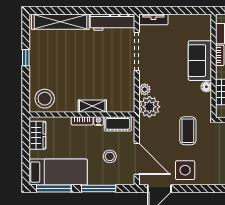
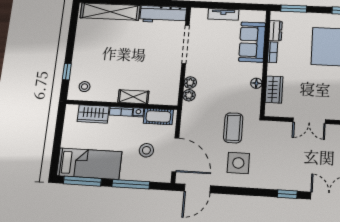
tv unit: (153, 19) -> (223, 14), moved
window: (26, 58) -> (67, 72), moved
sofa: (200, 61) -> (252, 42), moved
stool: (45, 99) -> (85, 87), width x0.53, depth x0.53
plant: (149, 107) -> (189, 95), width x0.53, depth x0.53
wardrobe: (37, 135) -> (93, 114), moved, turned 90
side table: (185, 170) -> (238, 163), moved

